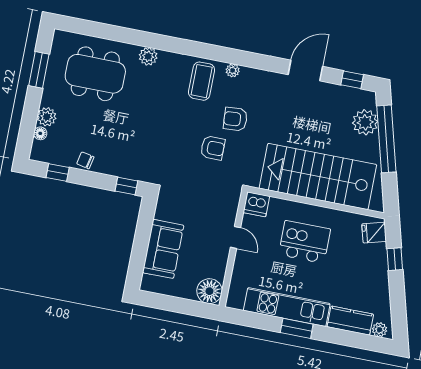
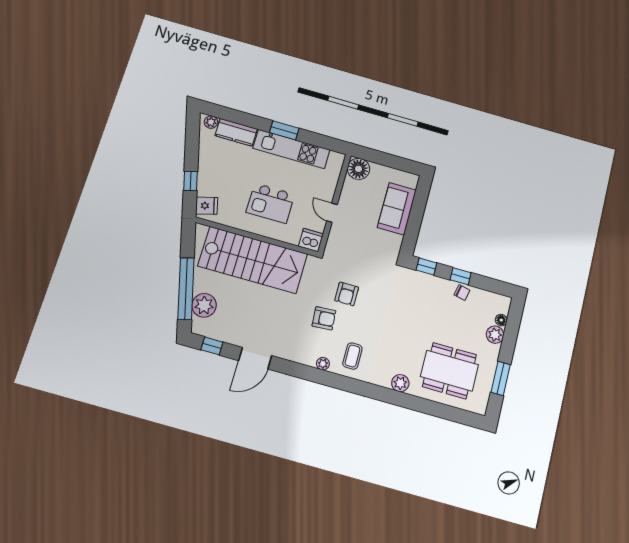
coffee table: (202, 81) -> (352, 356), width x0.73, depth x0.77
armchair: (213, 148) -> (347, 294), turned -90
window: (58, 173) -> (461, 276), moved

